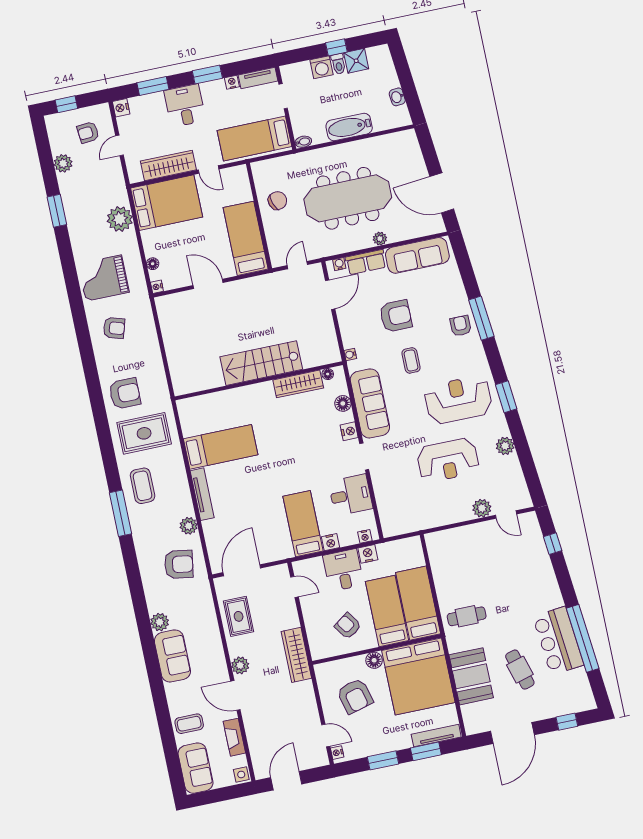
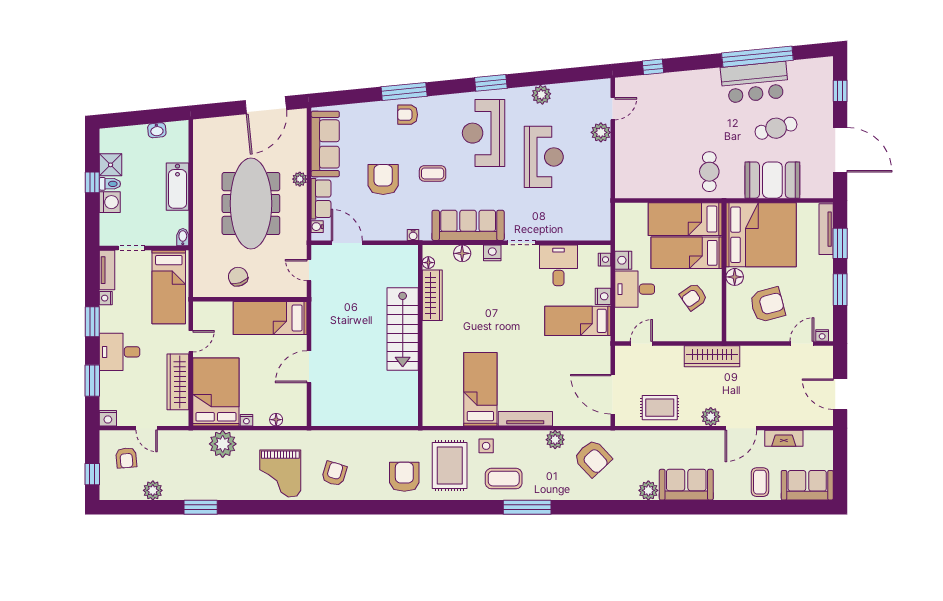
nightstand: (157, 287) -> (246, 420), moved
armchair: (179, 564) -> (593, 458), turned 128
side table: (241, 774) -> (486, 446), moved

